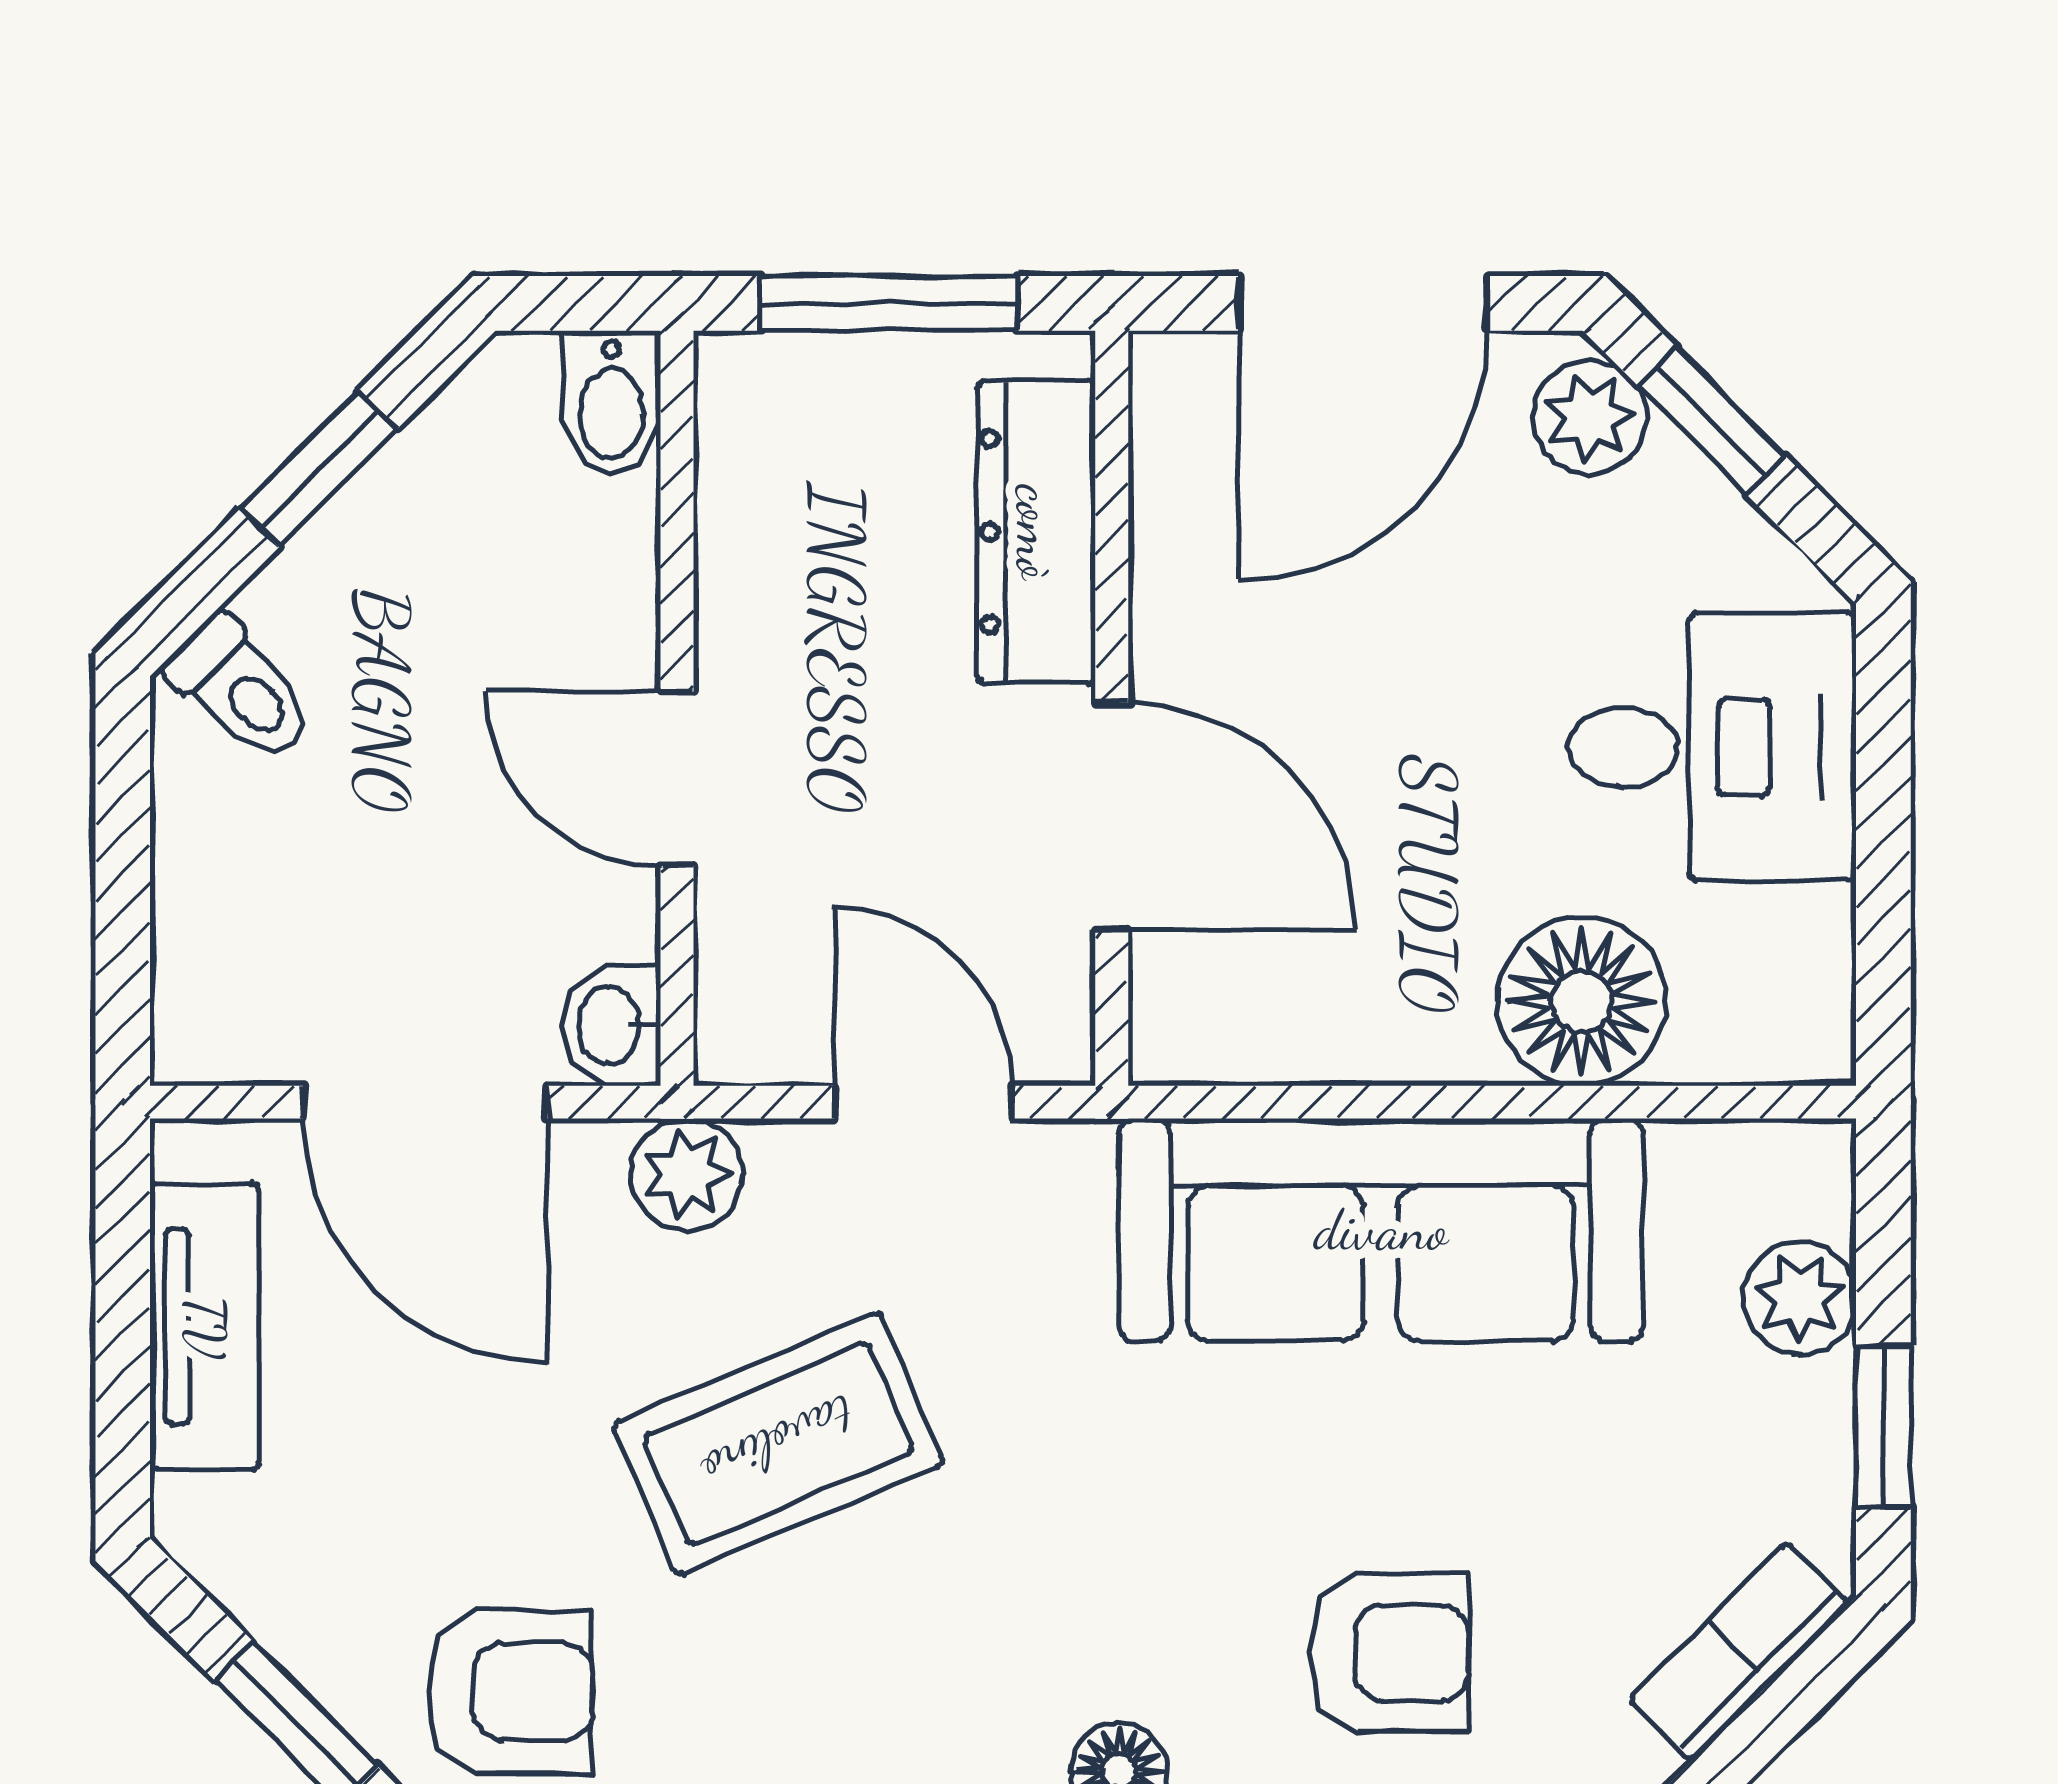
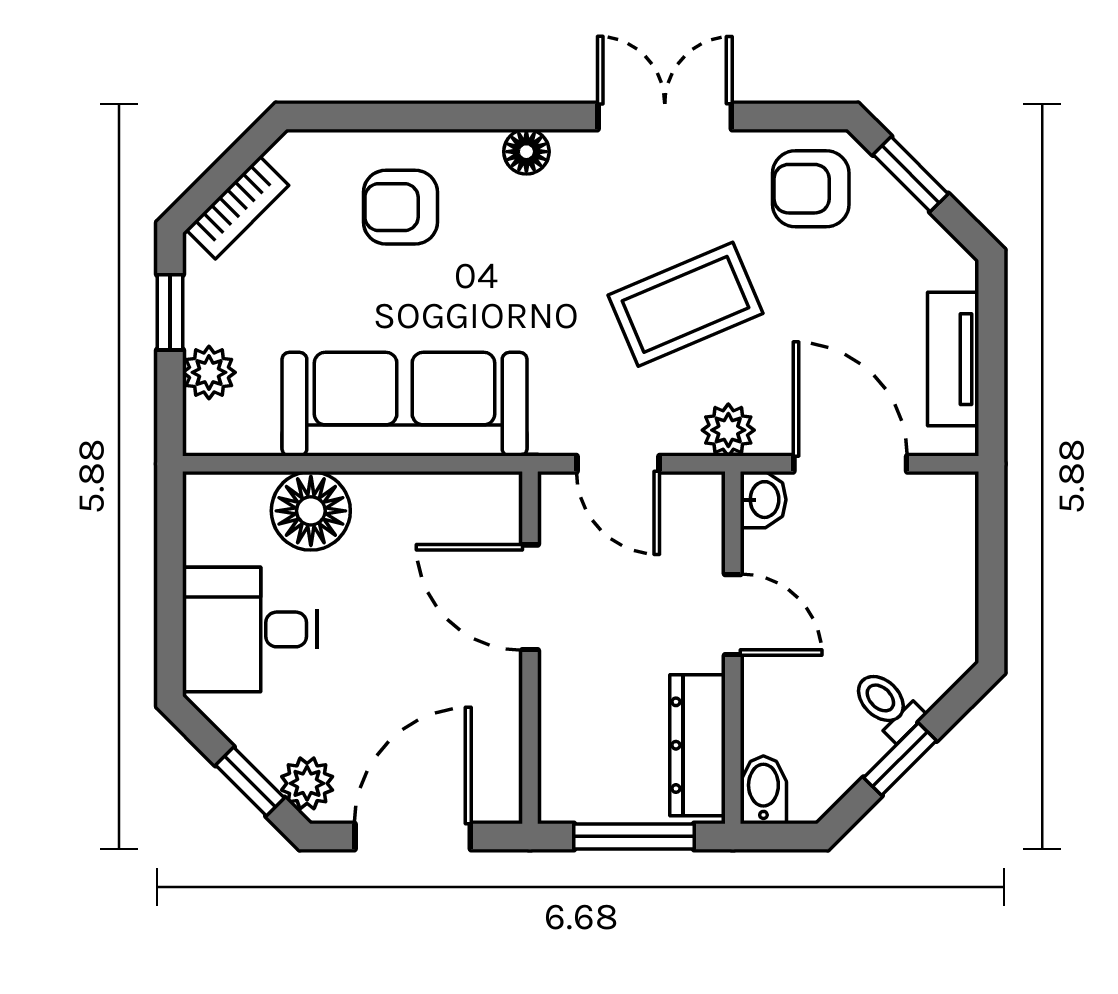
dresser: (1036, 532) -> (698, 745), moved, turned 180
toilet: (242, 690) -> (887, 705), moved

